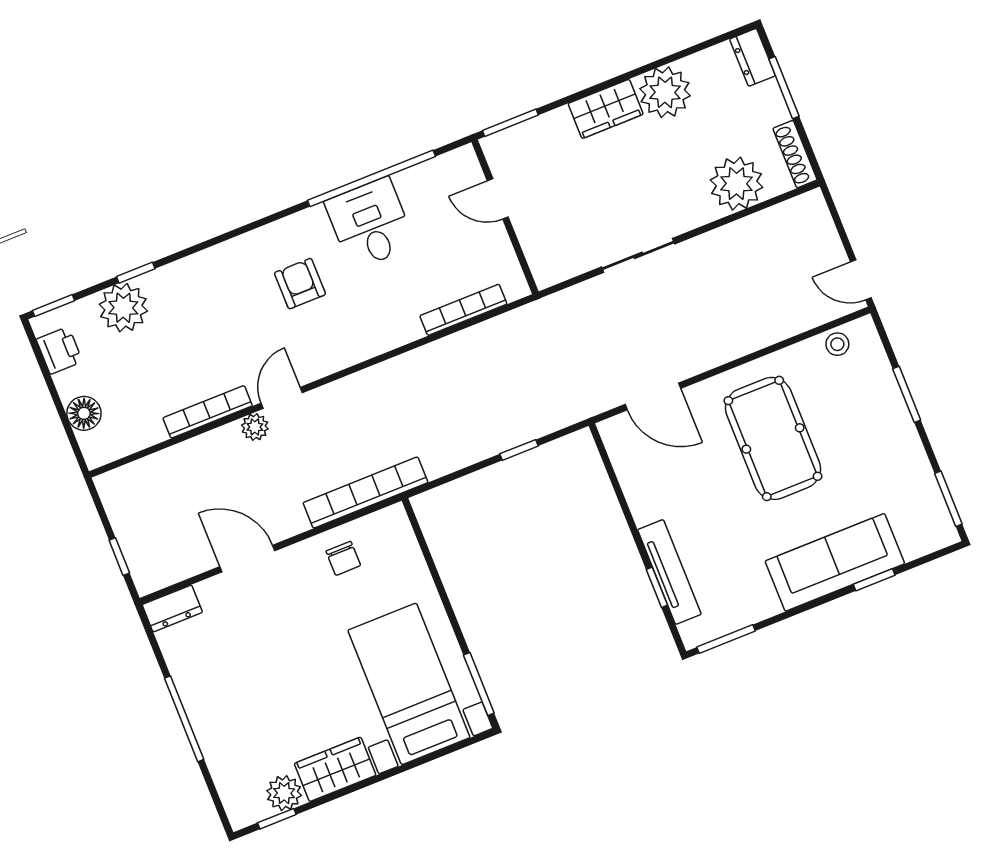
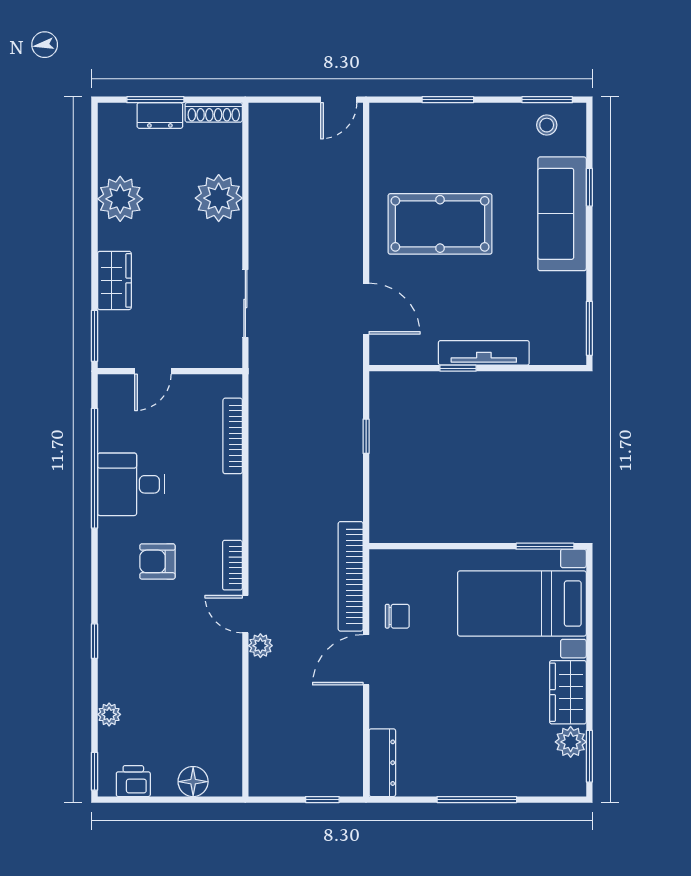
dresser: (753, 57) -> (160, 115), moved
wardrobe: (606, 109) -> (114, 280), moved
plant: (736, 184) -> (219, 198), moved
sliding door: (638, 255) -> (245, 304), moved
window: (136, 273) -> (95, 641), moved
plant: (123, 308) -> (109, 714), width x0.53, depth x0.53
stool: (837, 344) -> (547, 125), moved
door: (653, 396) -> (366, 309), hinge flipped
bookcase: (208, 412) -> (232, 565), moved, width x0.64
door: (247, 559) -> (366, 660), moved
tv unit: (669, 572) -> (484, 353), moved
window: (657, 587) -> (458, 368), moved
dresser: (172, 608) -> (382, 763), width x1.44
window: (277, 819) -> (589, 756), width x1.50

